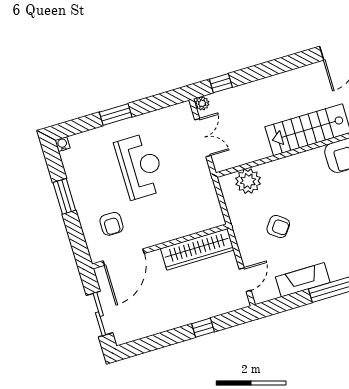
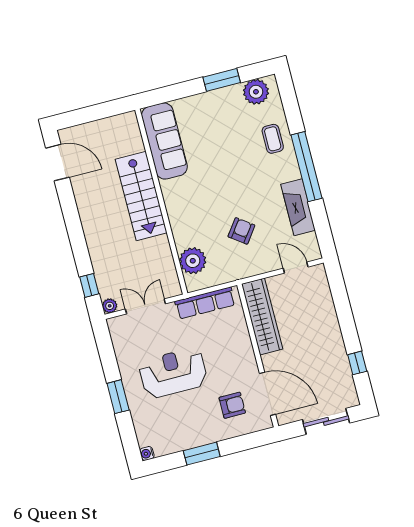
row of seats: (208, 194) -> (205, 303), added
window: (203, 328) -> (357, 363), moved

